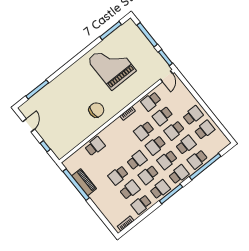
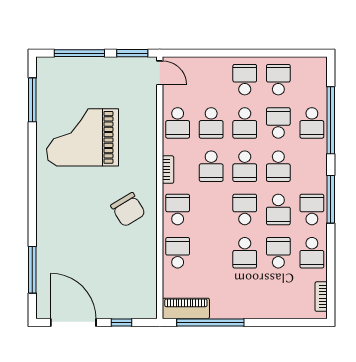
chair: (96, 110) -> (128, 210), turned 149
door: (29, 125) -> (73, 323), width x1.87
school desk: (179, 174) -> (178, 209), moved
piano: (84, 182) -> (186, 308), moved

